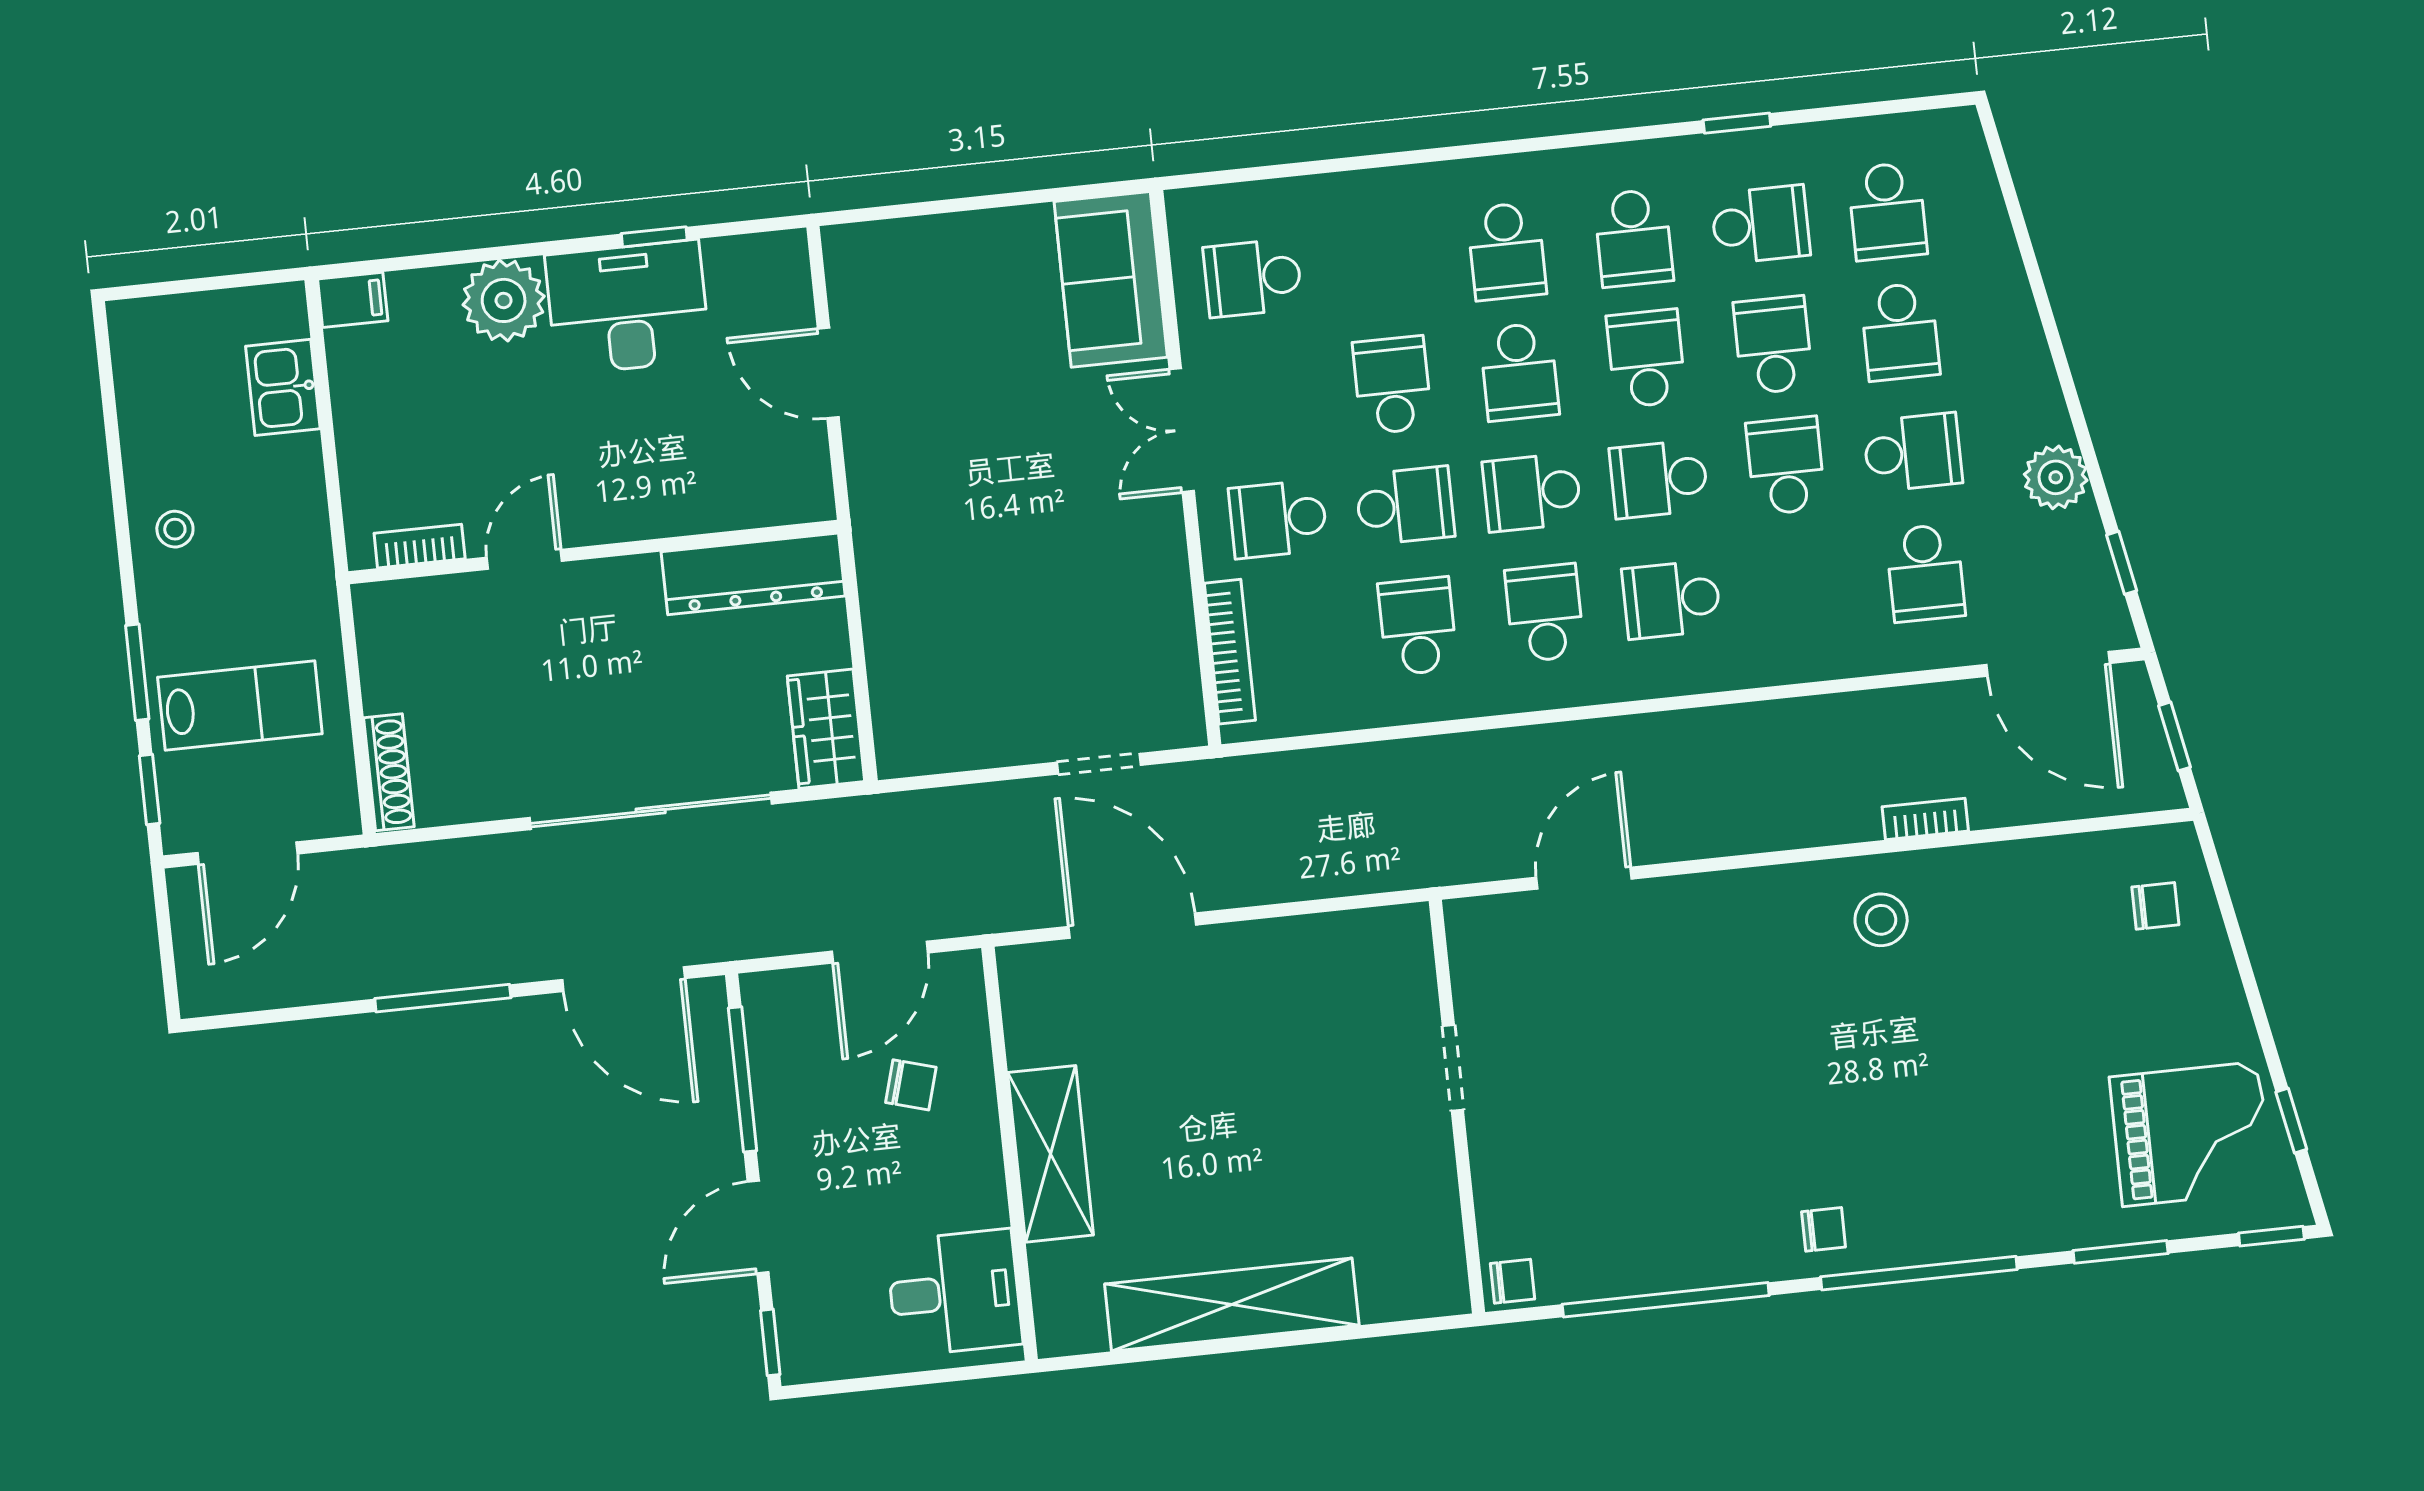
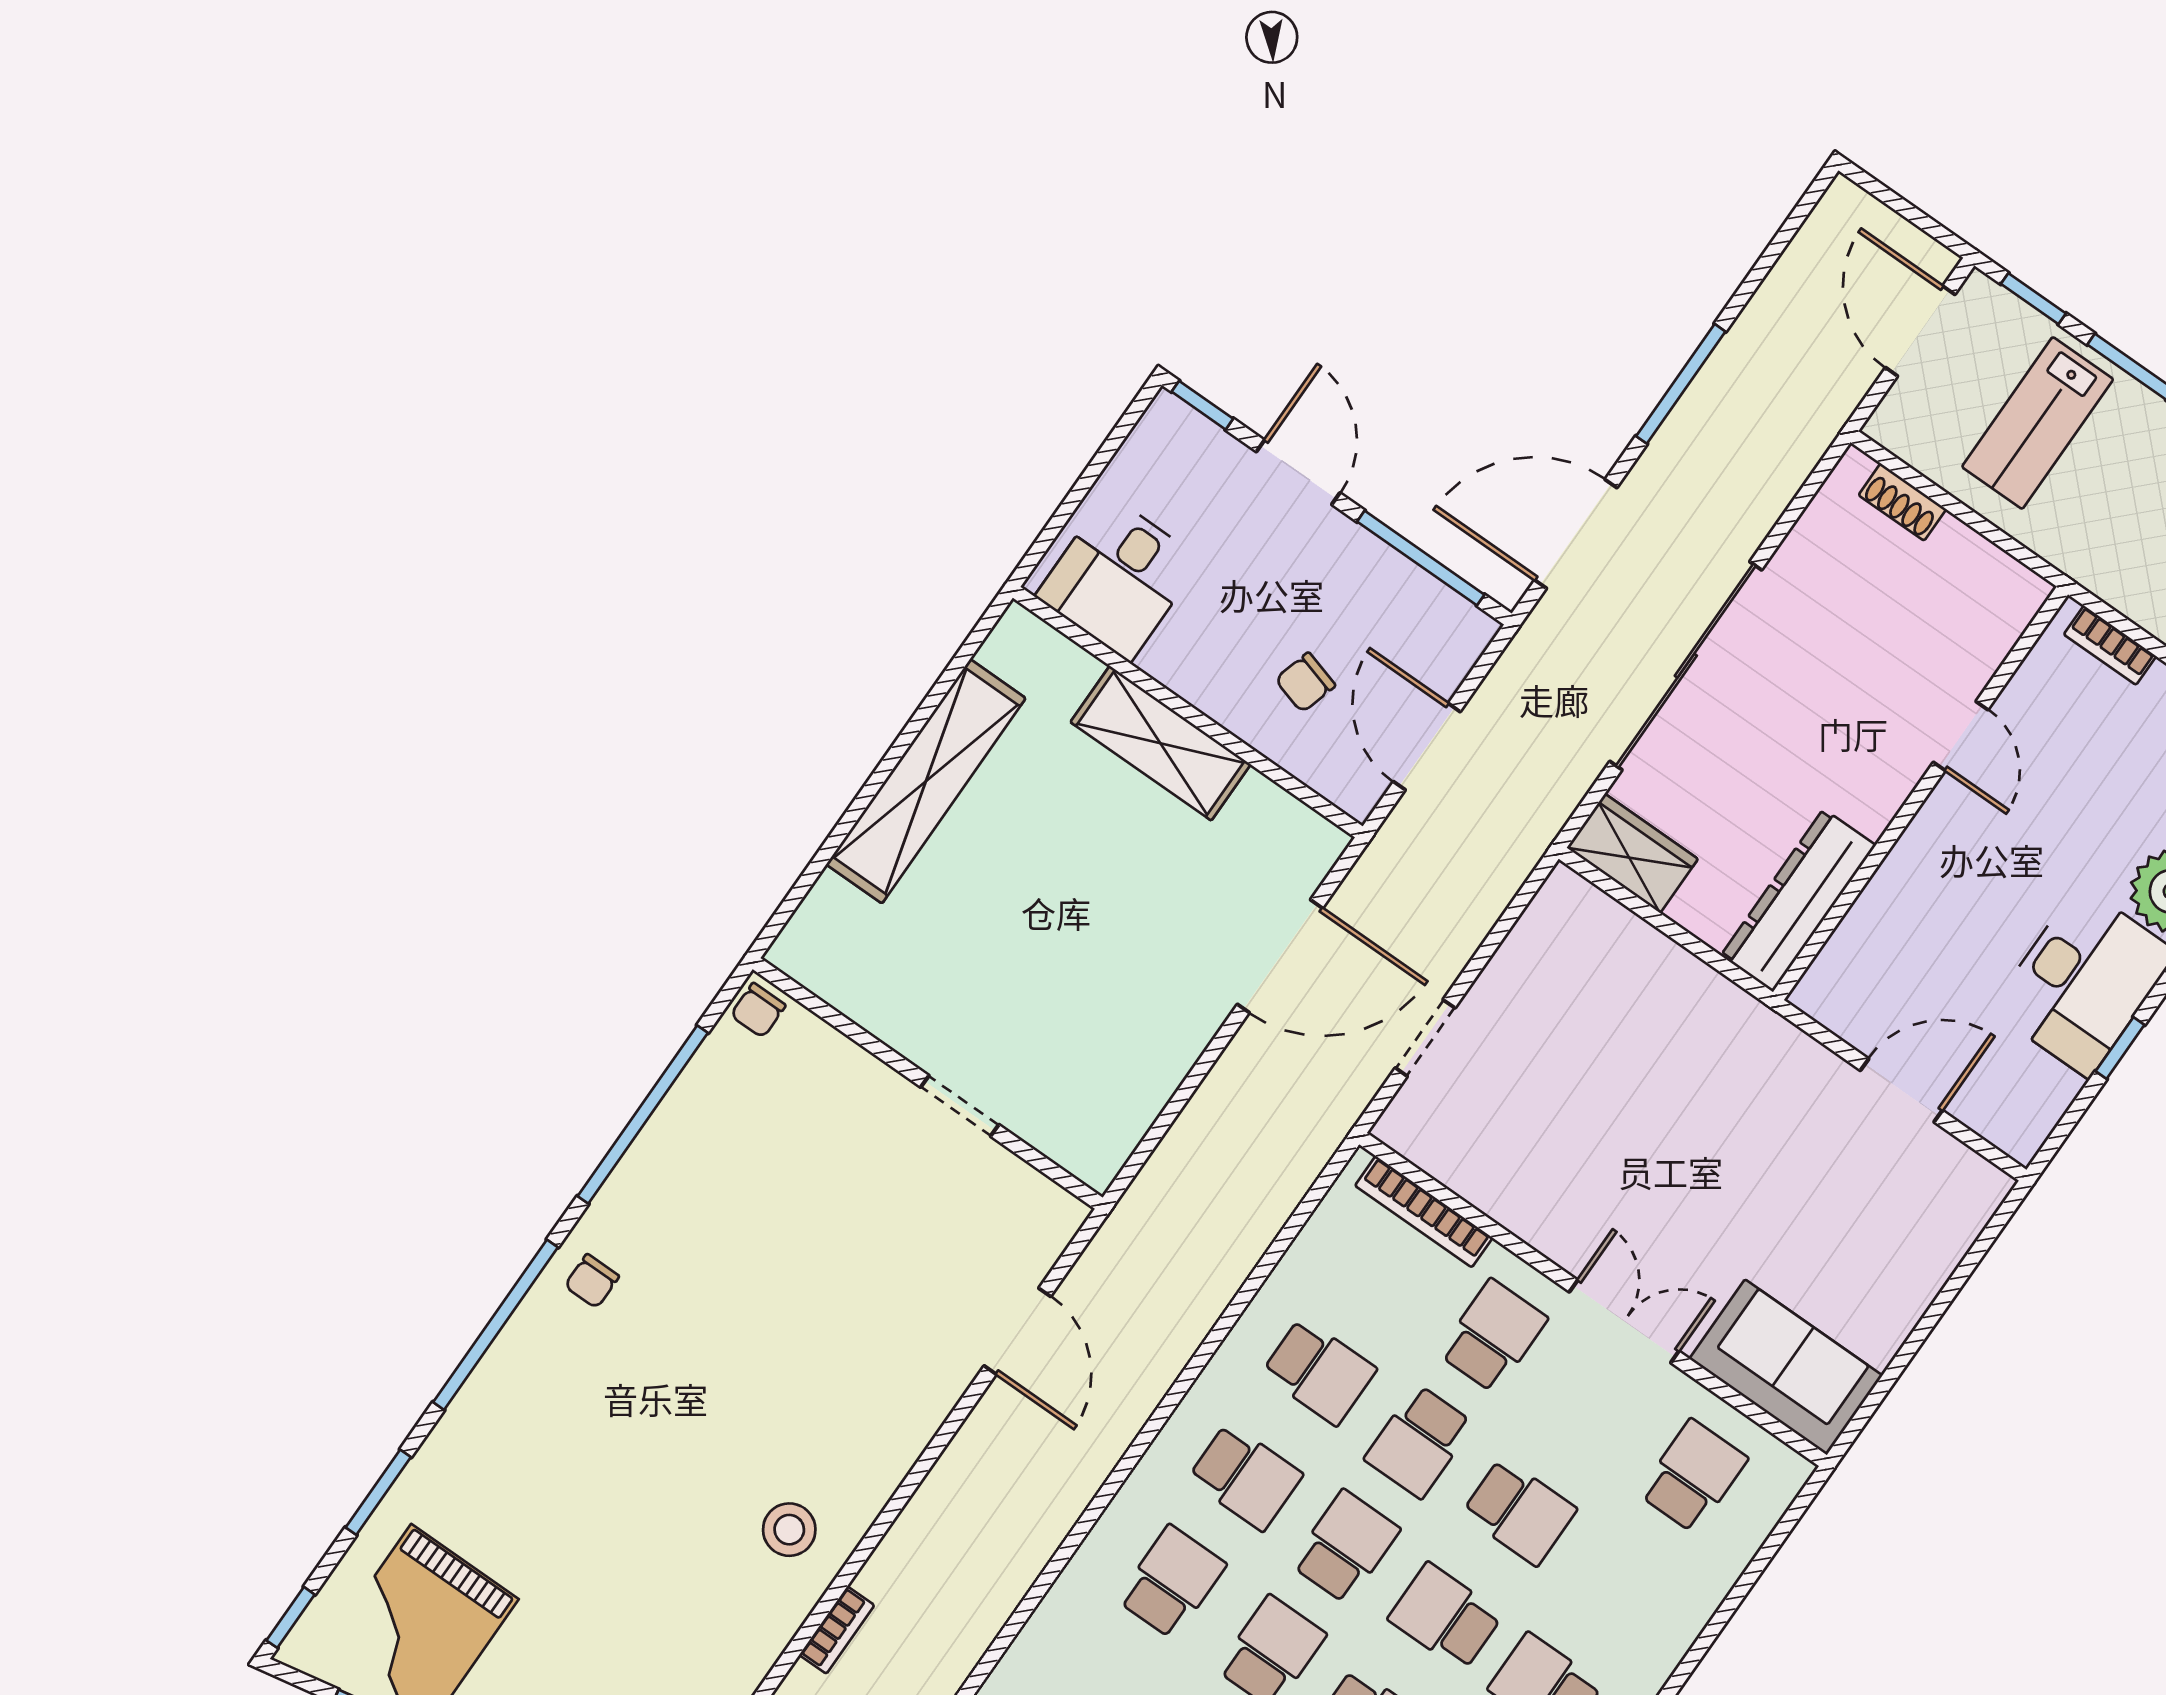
bookcase: (420, 546) -> (2110, 645), moved, turned 90
shoe rack: (389, 772) -> (1902, 502), width x0.70

